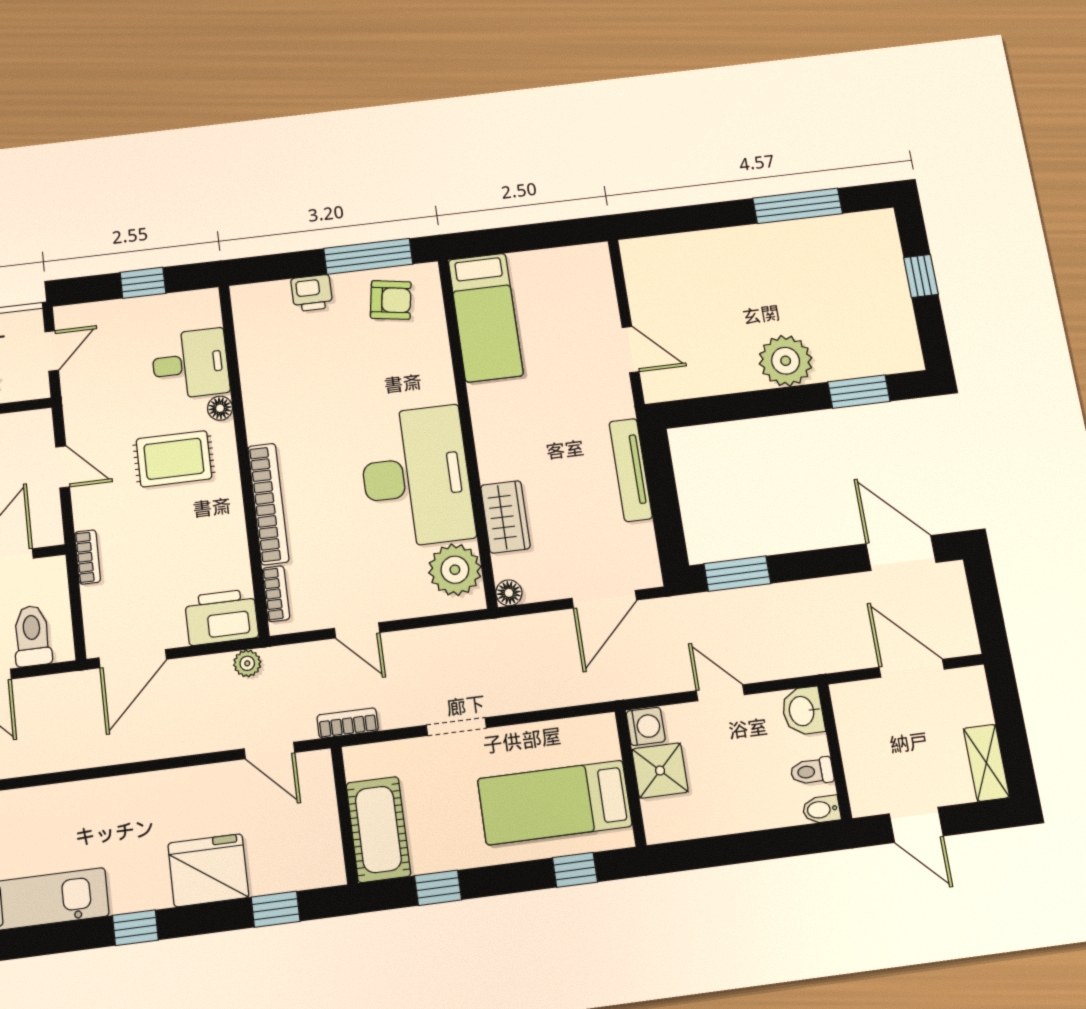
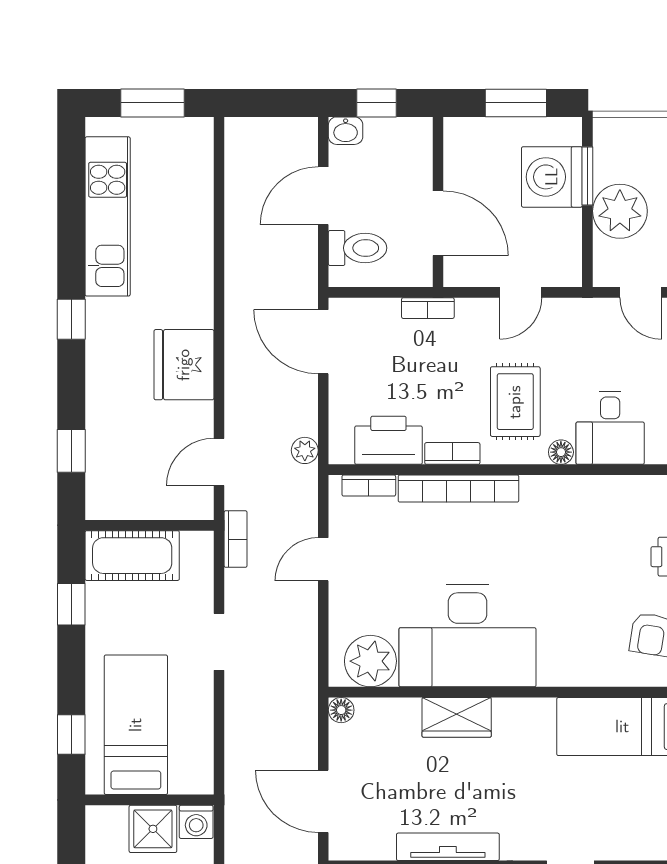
bookcase: (233, 514) -> (452, 453), added
wardrobe: (505, 517) -> (457, 717), moved
printer: (222, 617) -> (388, 440), moved, turned -90
fridge: (208, 870) -> (184, 365), moved, turned 180

